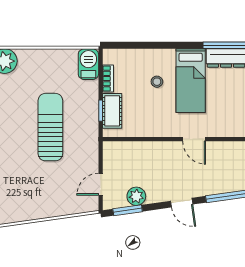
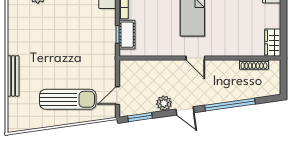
stool: (157, 82) -> (164, 10), removed
sun lounger: (50, 127) -> (68, 99), moved, turned 90
plant: (136, 196) -> (164, 103), moved

